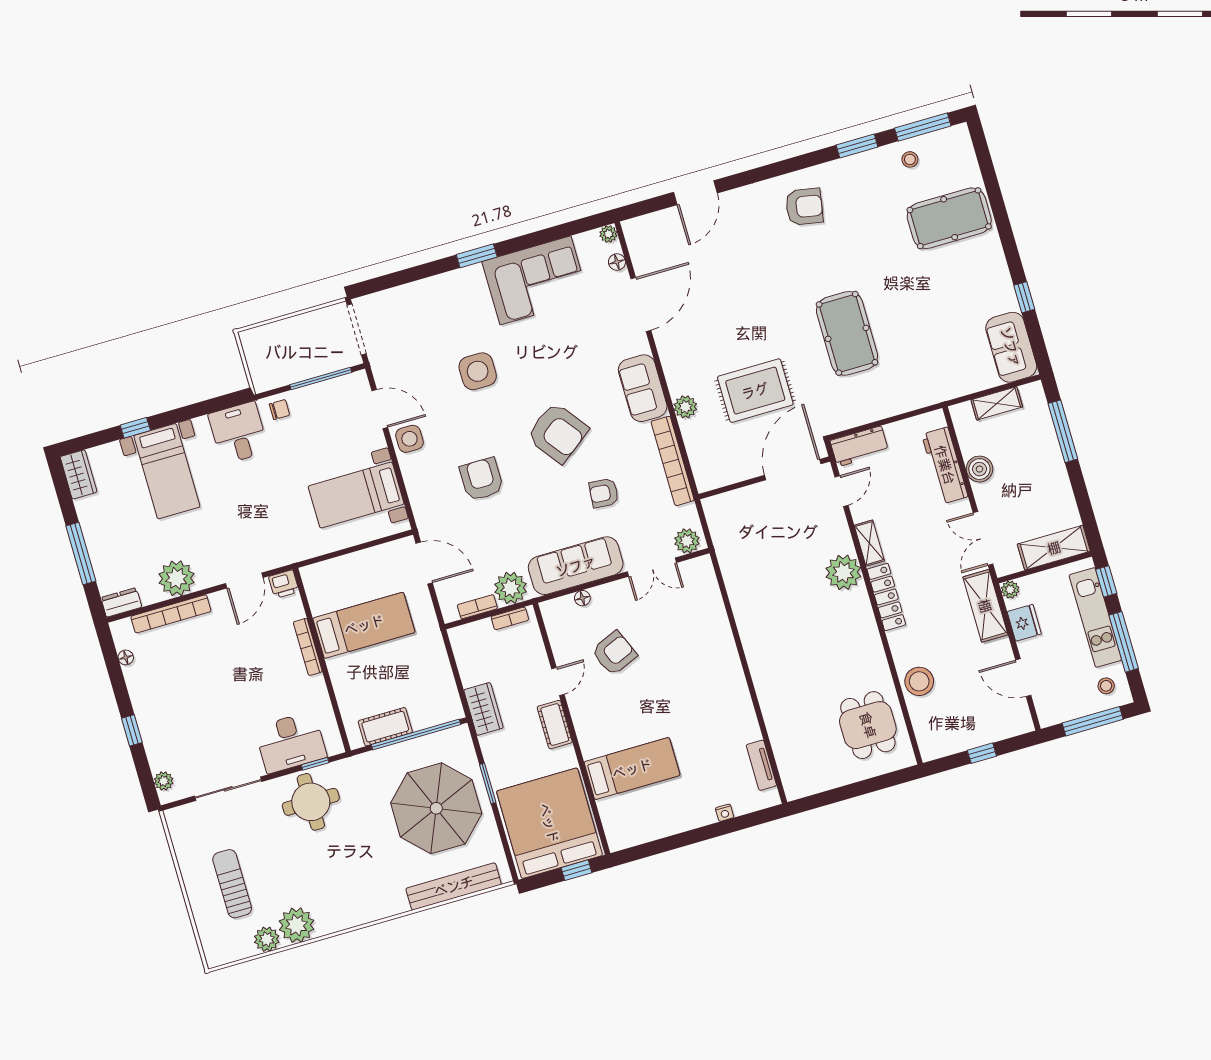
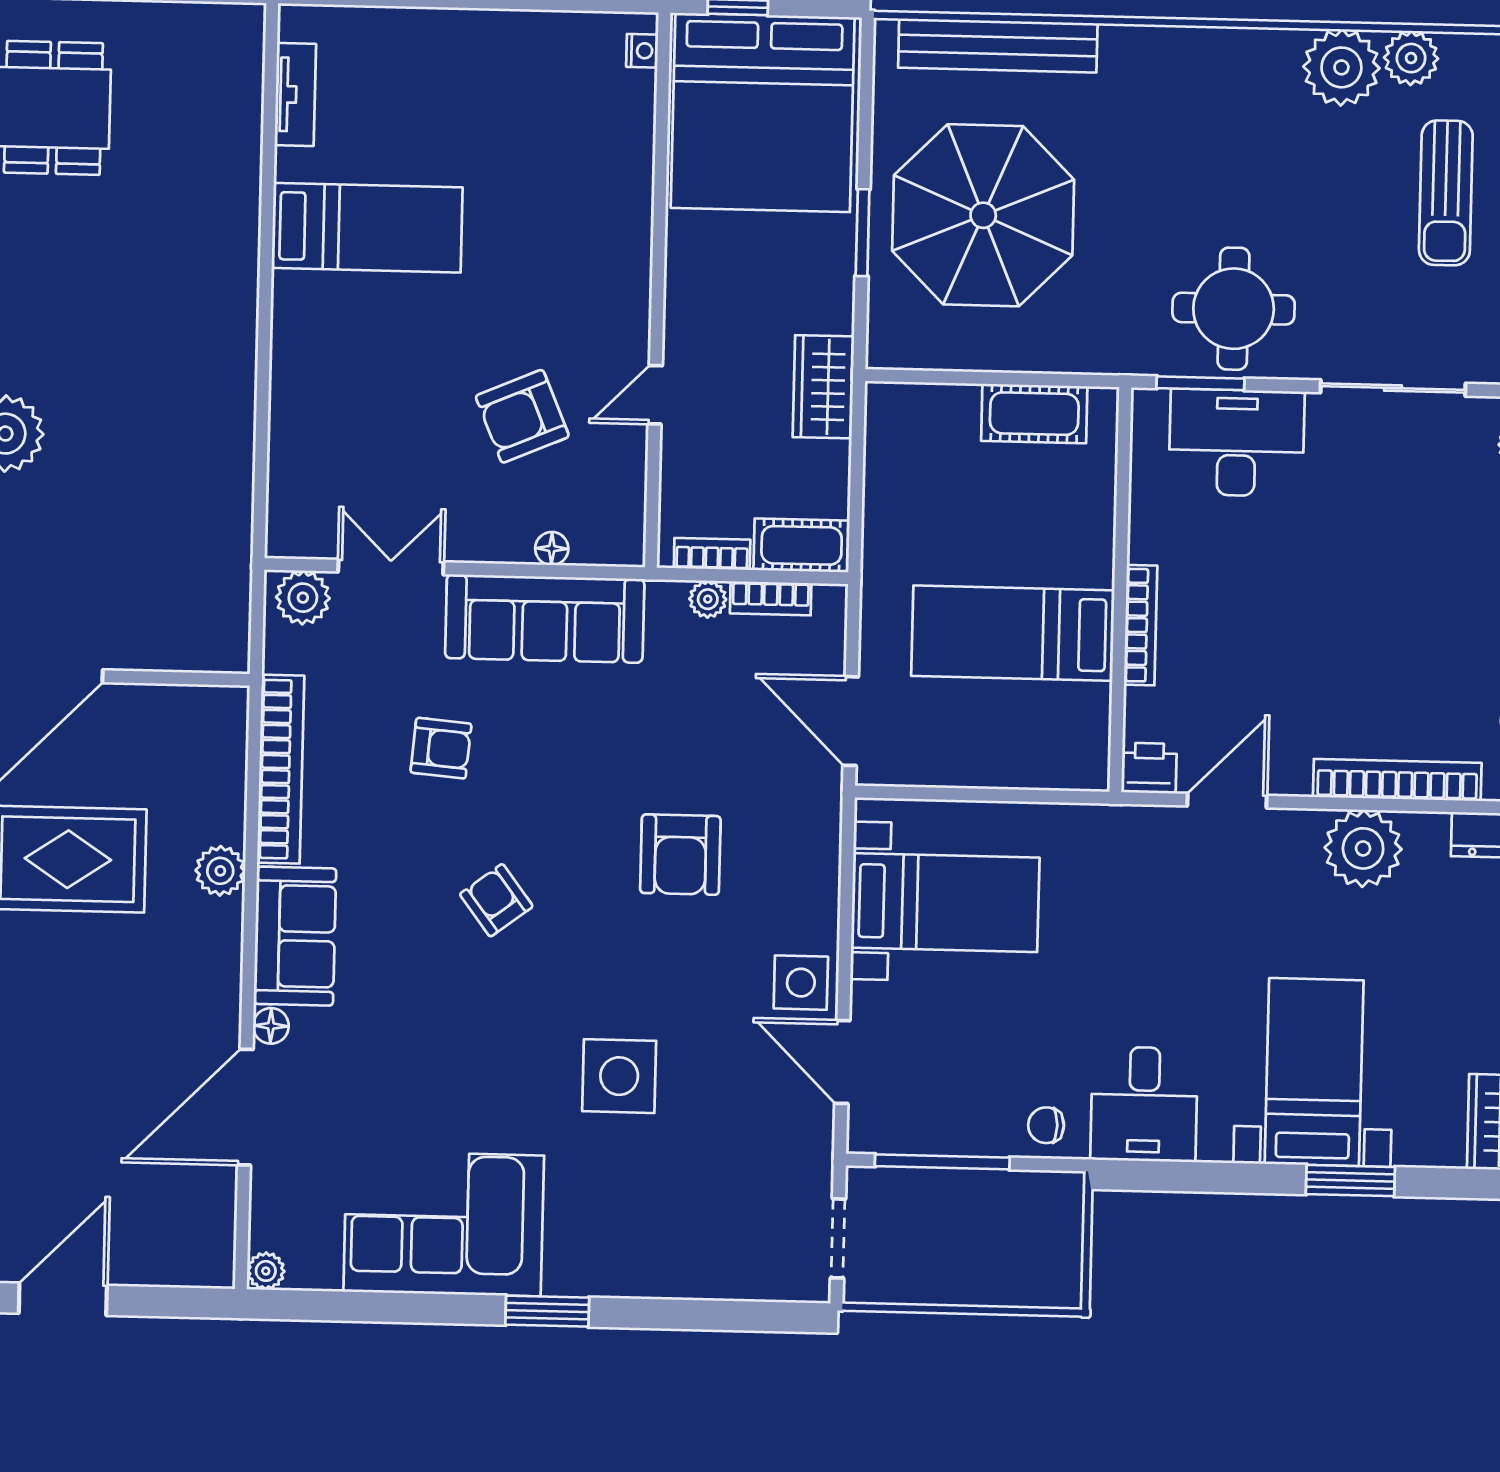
floor lamp: (617, 262) -> (271, 1026), moved
doorway: (357, 329) -> (838, 1238), width x0.73
window: (135, 428) -> (1350, 1181), width x1.50
armchair: (558, 433) -> (496, 900), width x0.53, depth x0.53
plant: (511, 588) -> (708, 599), width x0.53, depth x0.53
cot: (555, 725) -> (802, 545), moved, turned 90
window: (416, 735) -> (977, 378), removed
window: (315, 764) -> (1200, 383), width x1.50
bed: (632, 769) -> (367, 228), moved, turned 180
nightstand: (725, 813) -> (642, 51), moved, turned 90

